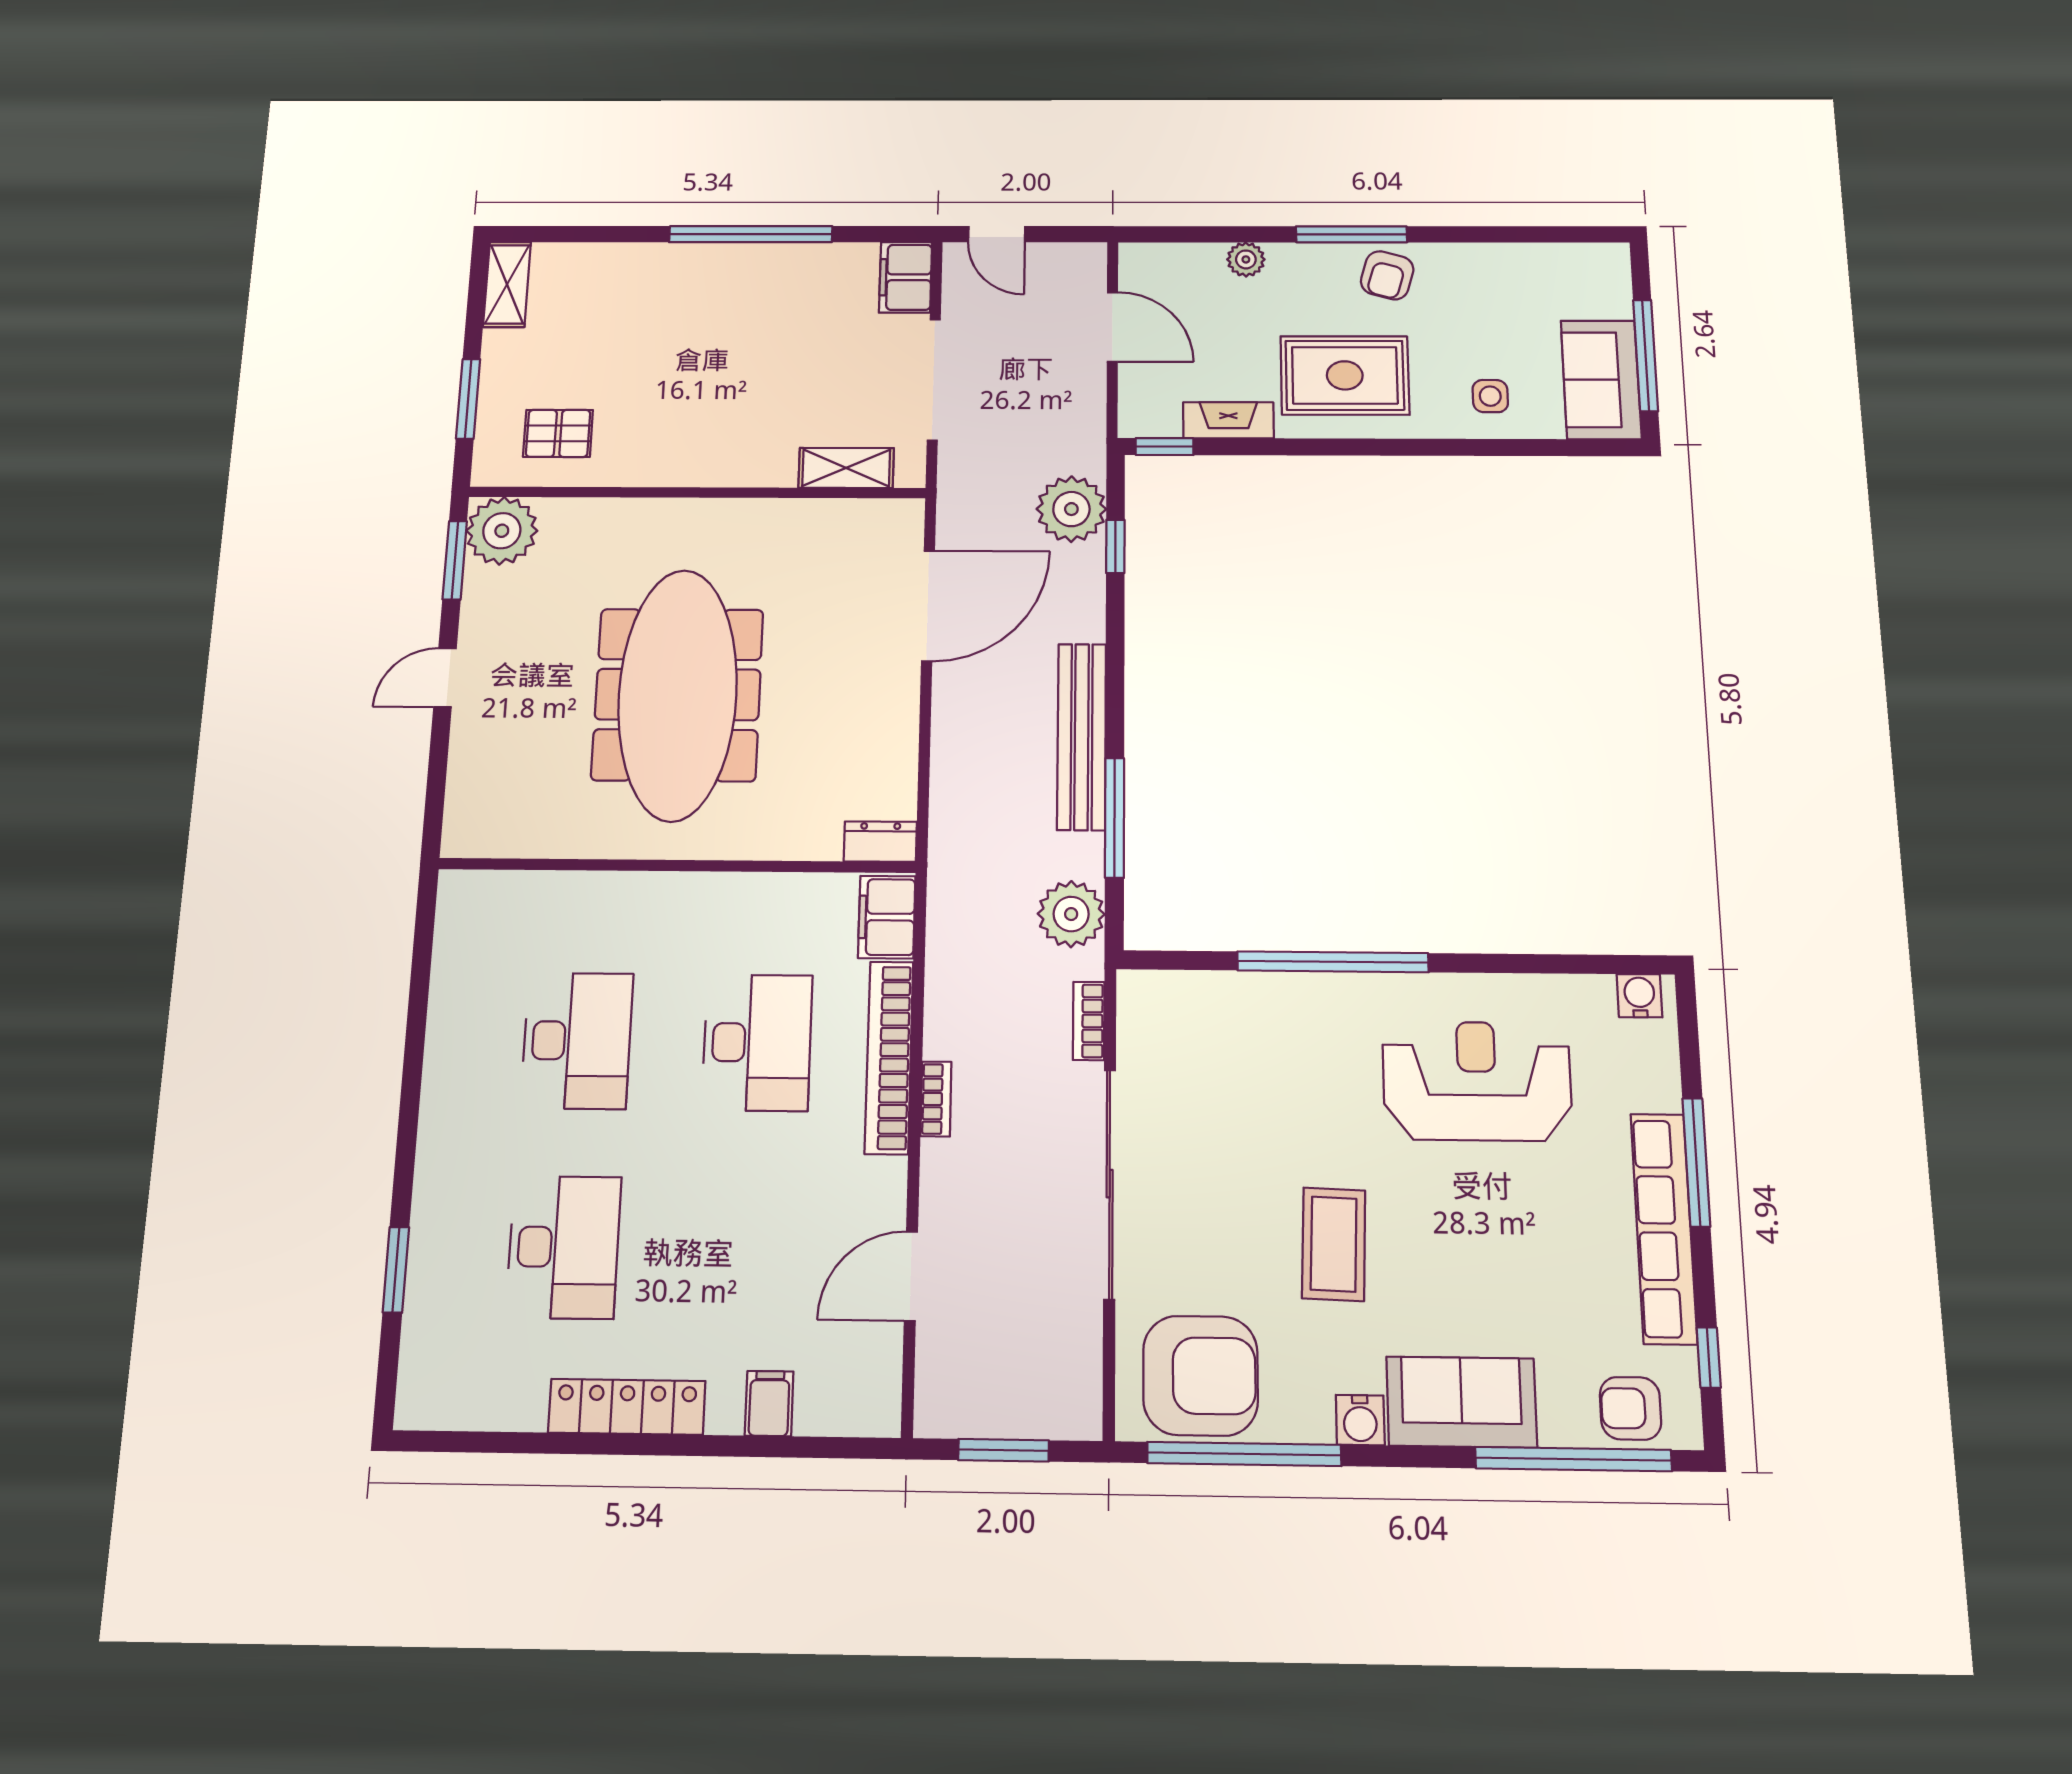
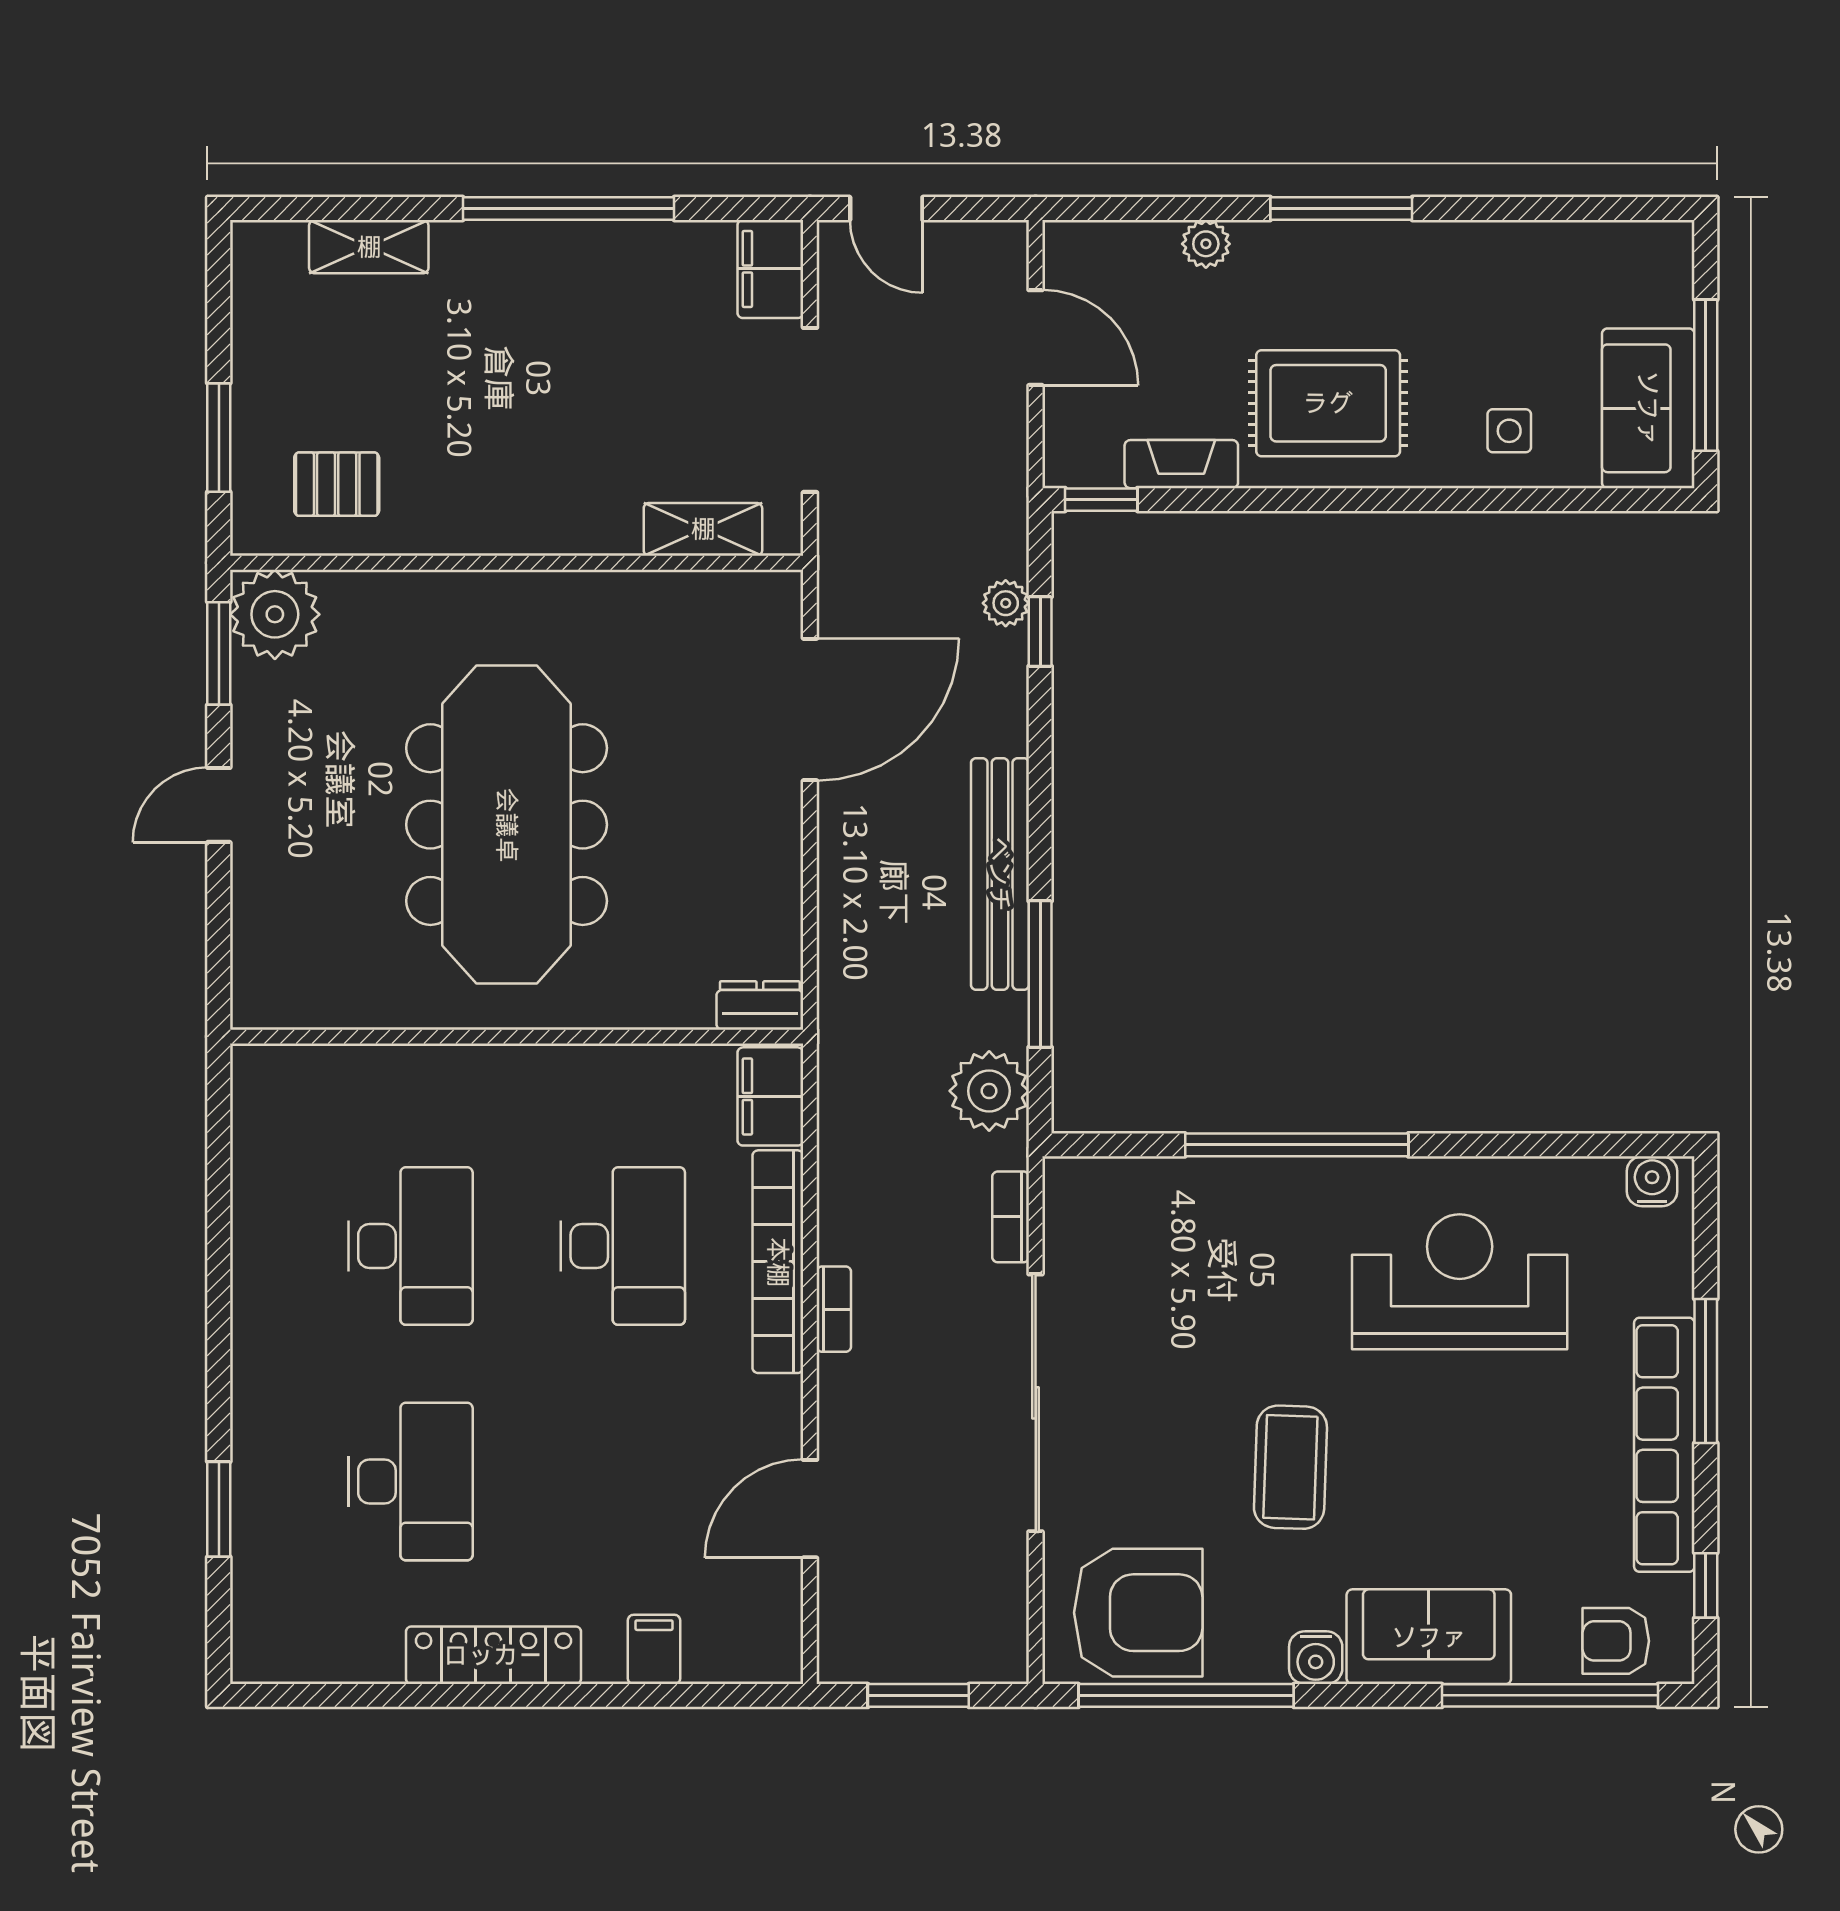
armchair: (1387, 275) -> (1385, 266), removed
shelving: (507, 284) -> (369, 247), moved, turned 90
plant: (1071, 509) -> (1006, 603), width x0.53, depth x0.53

